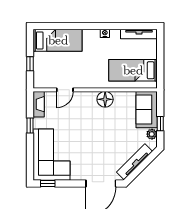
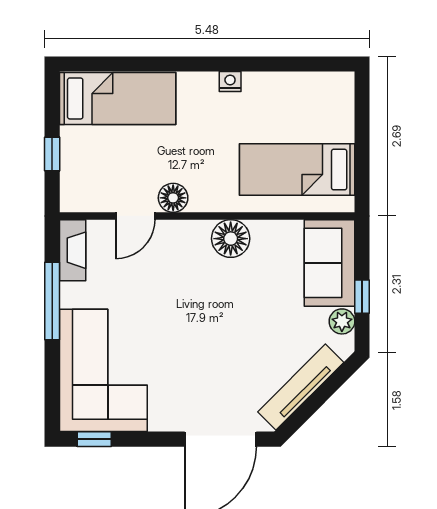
tv unit: (139, 34) -> (311, 83), removed
floor lamp: (81, 82) -> (173, 198), added
window: (30, 126) -> (52, 301), width x2.17

